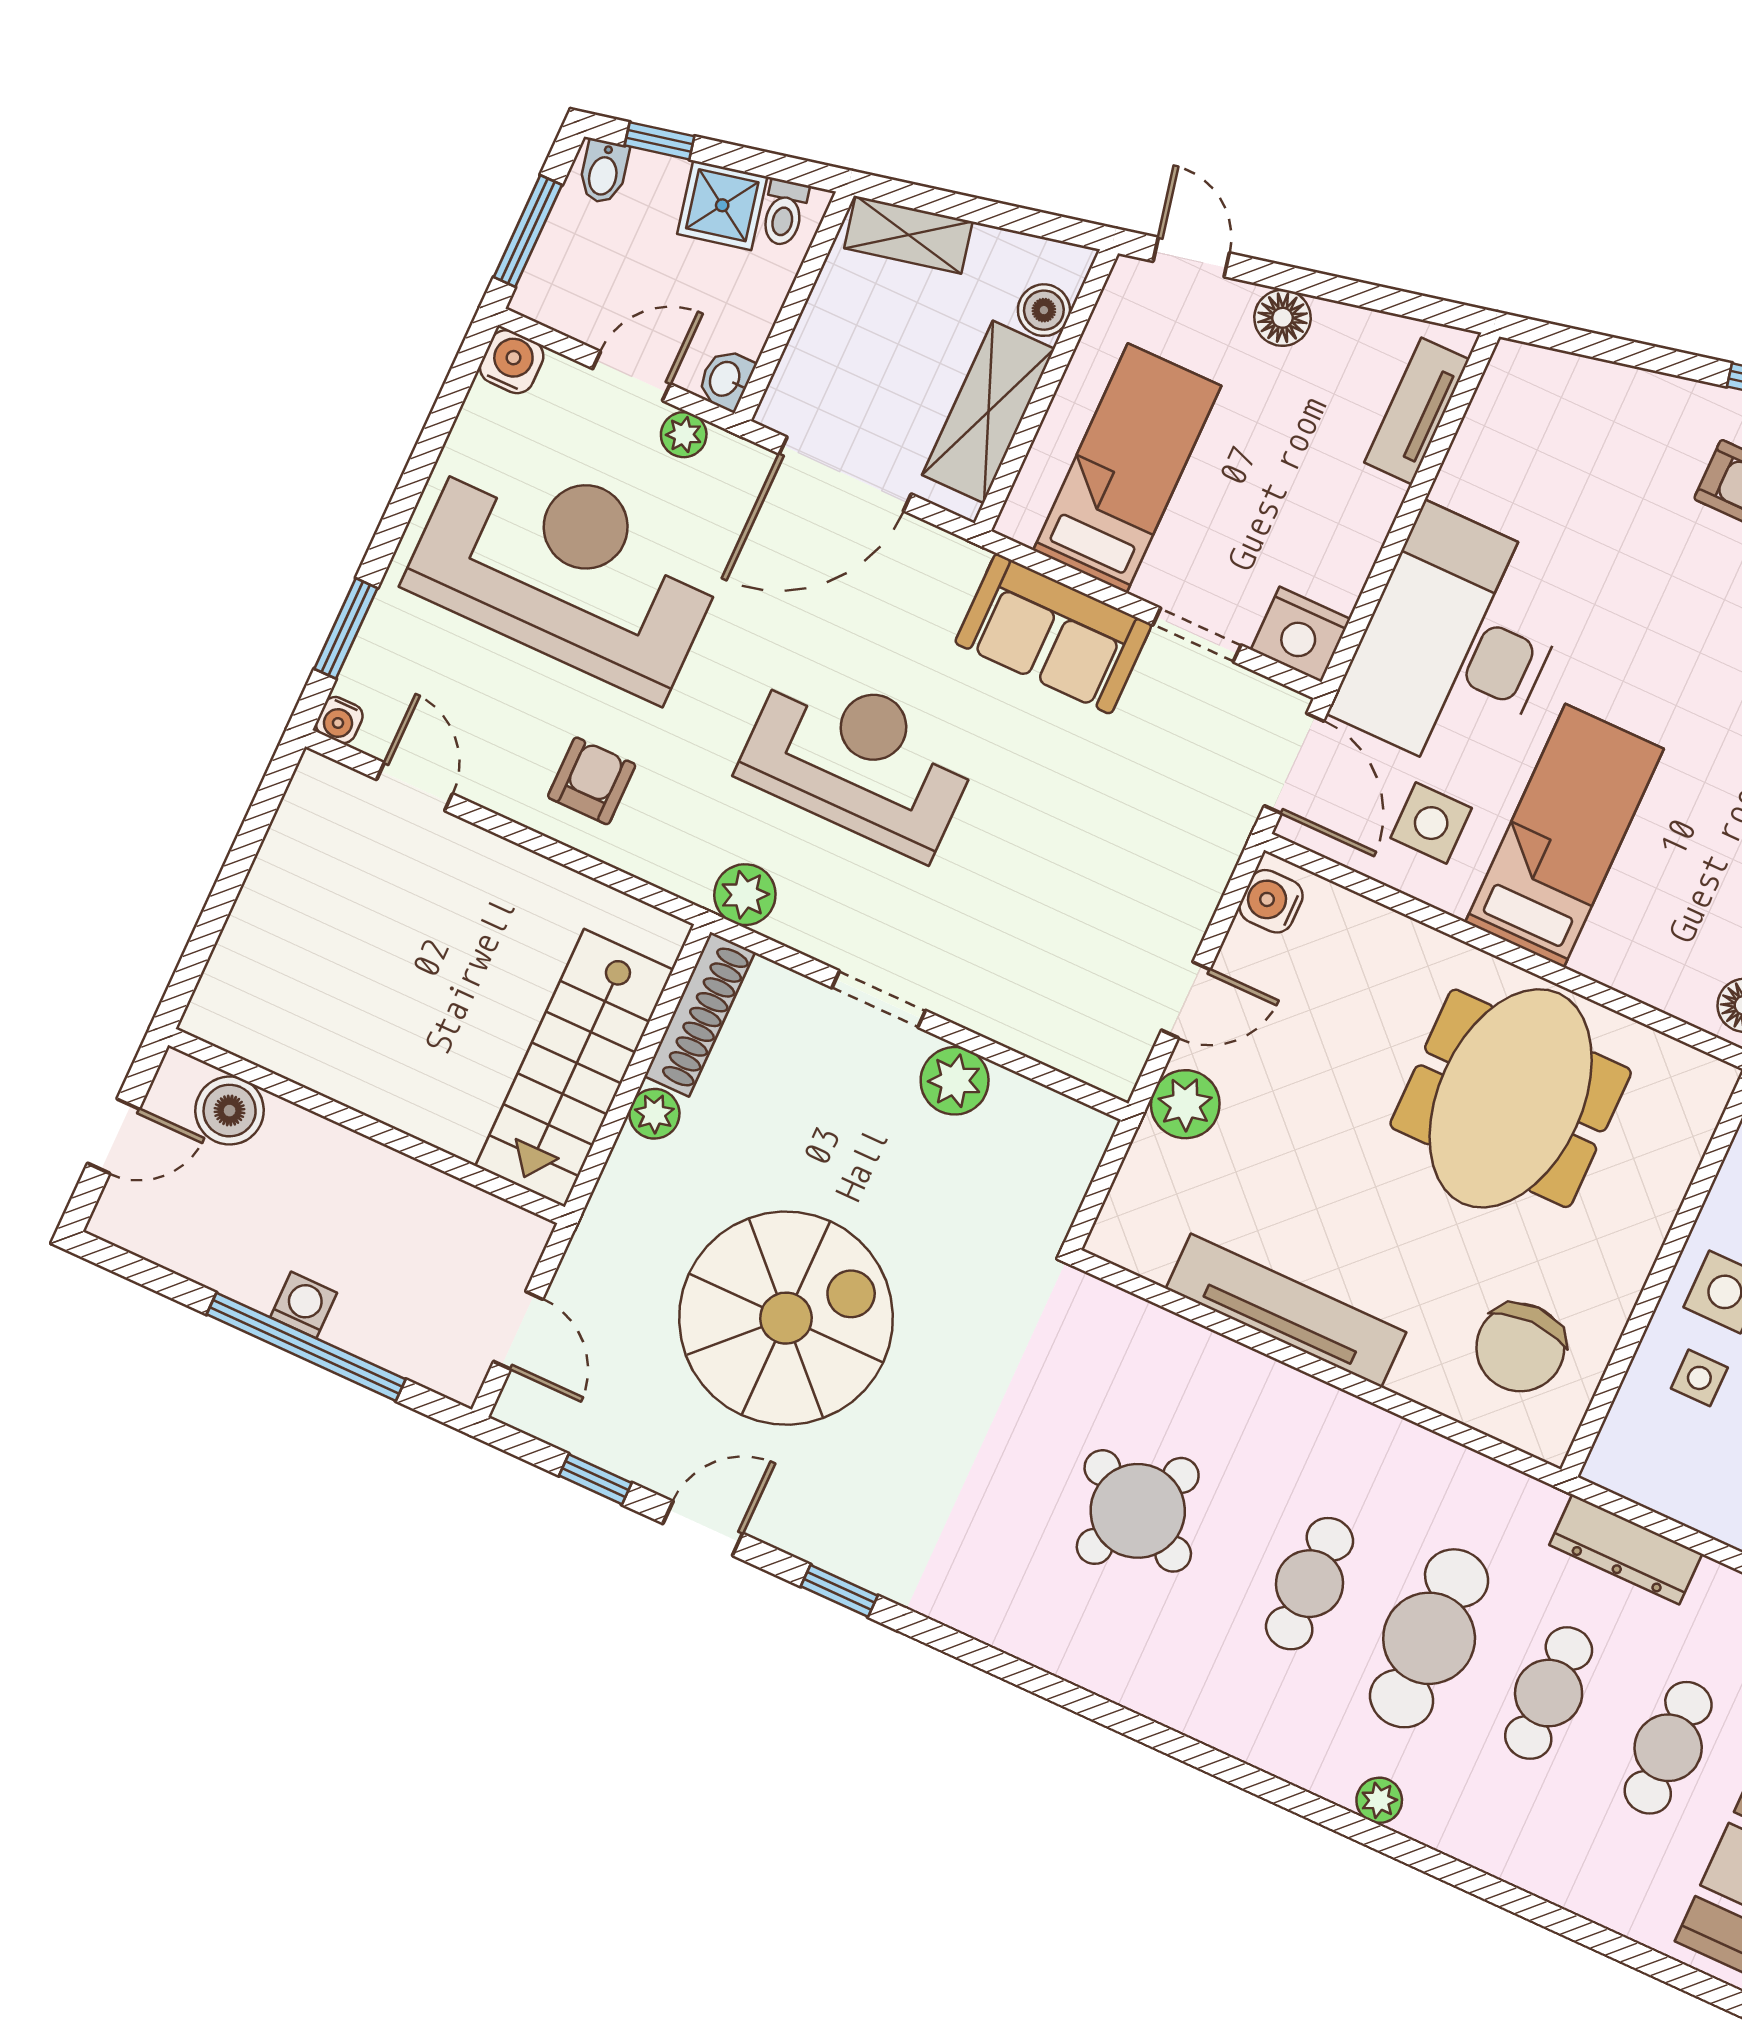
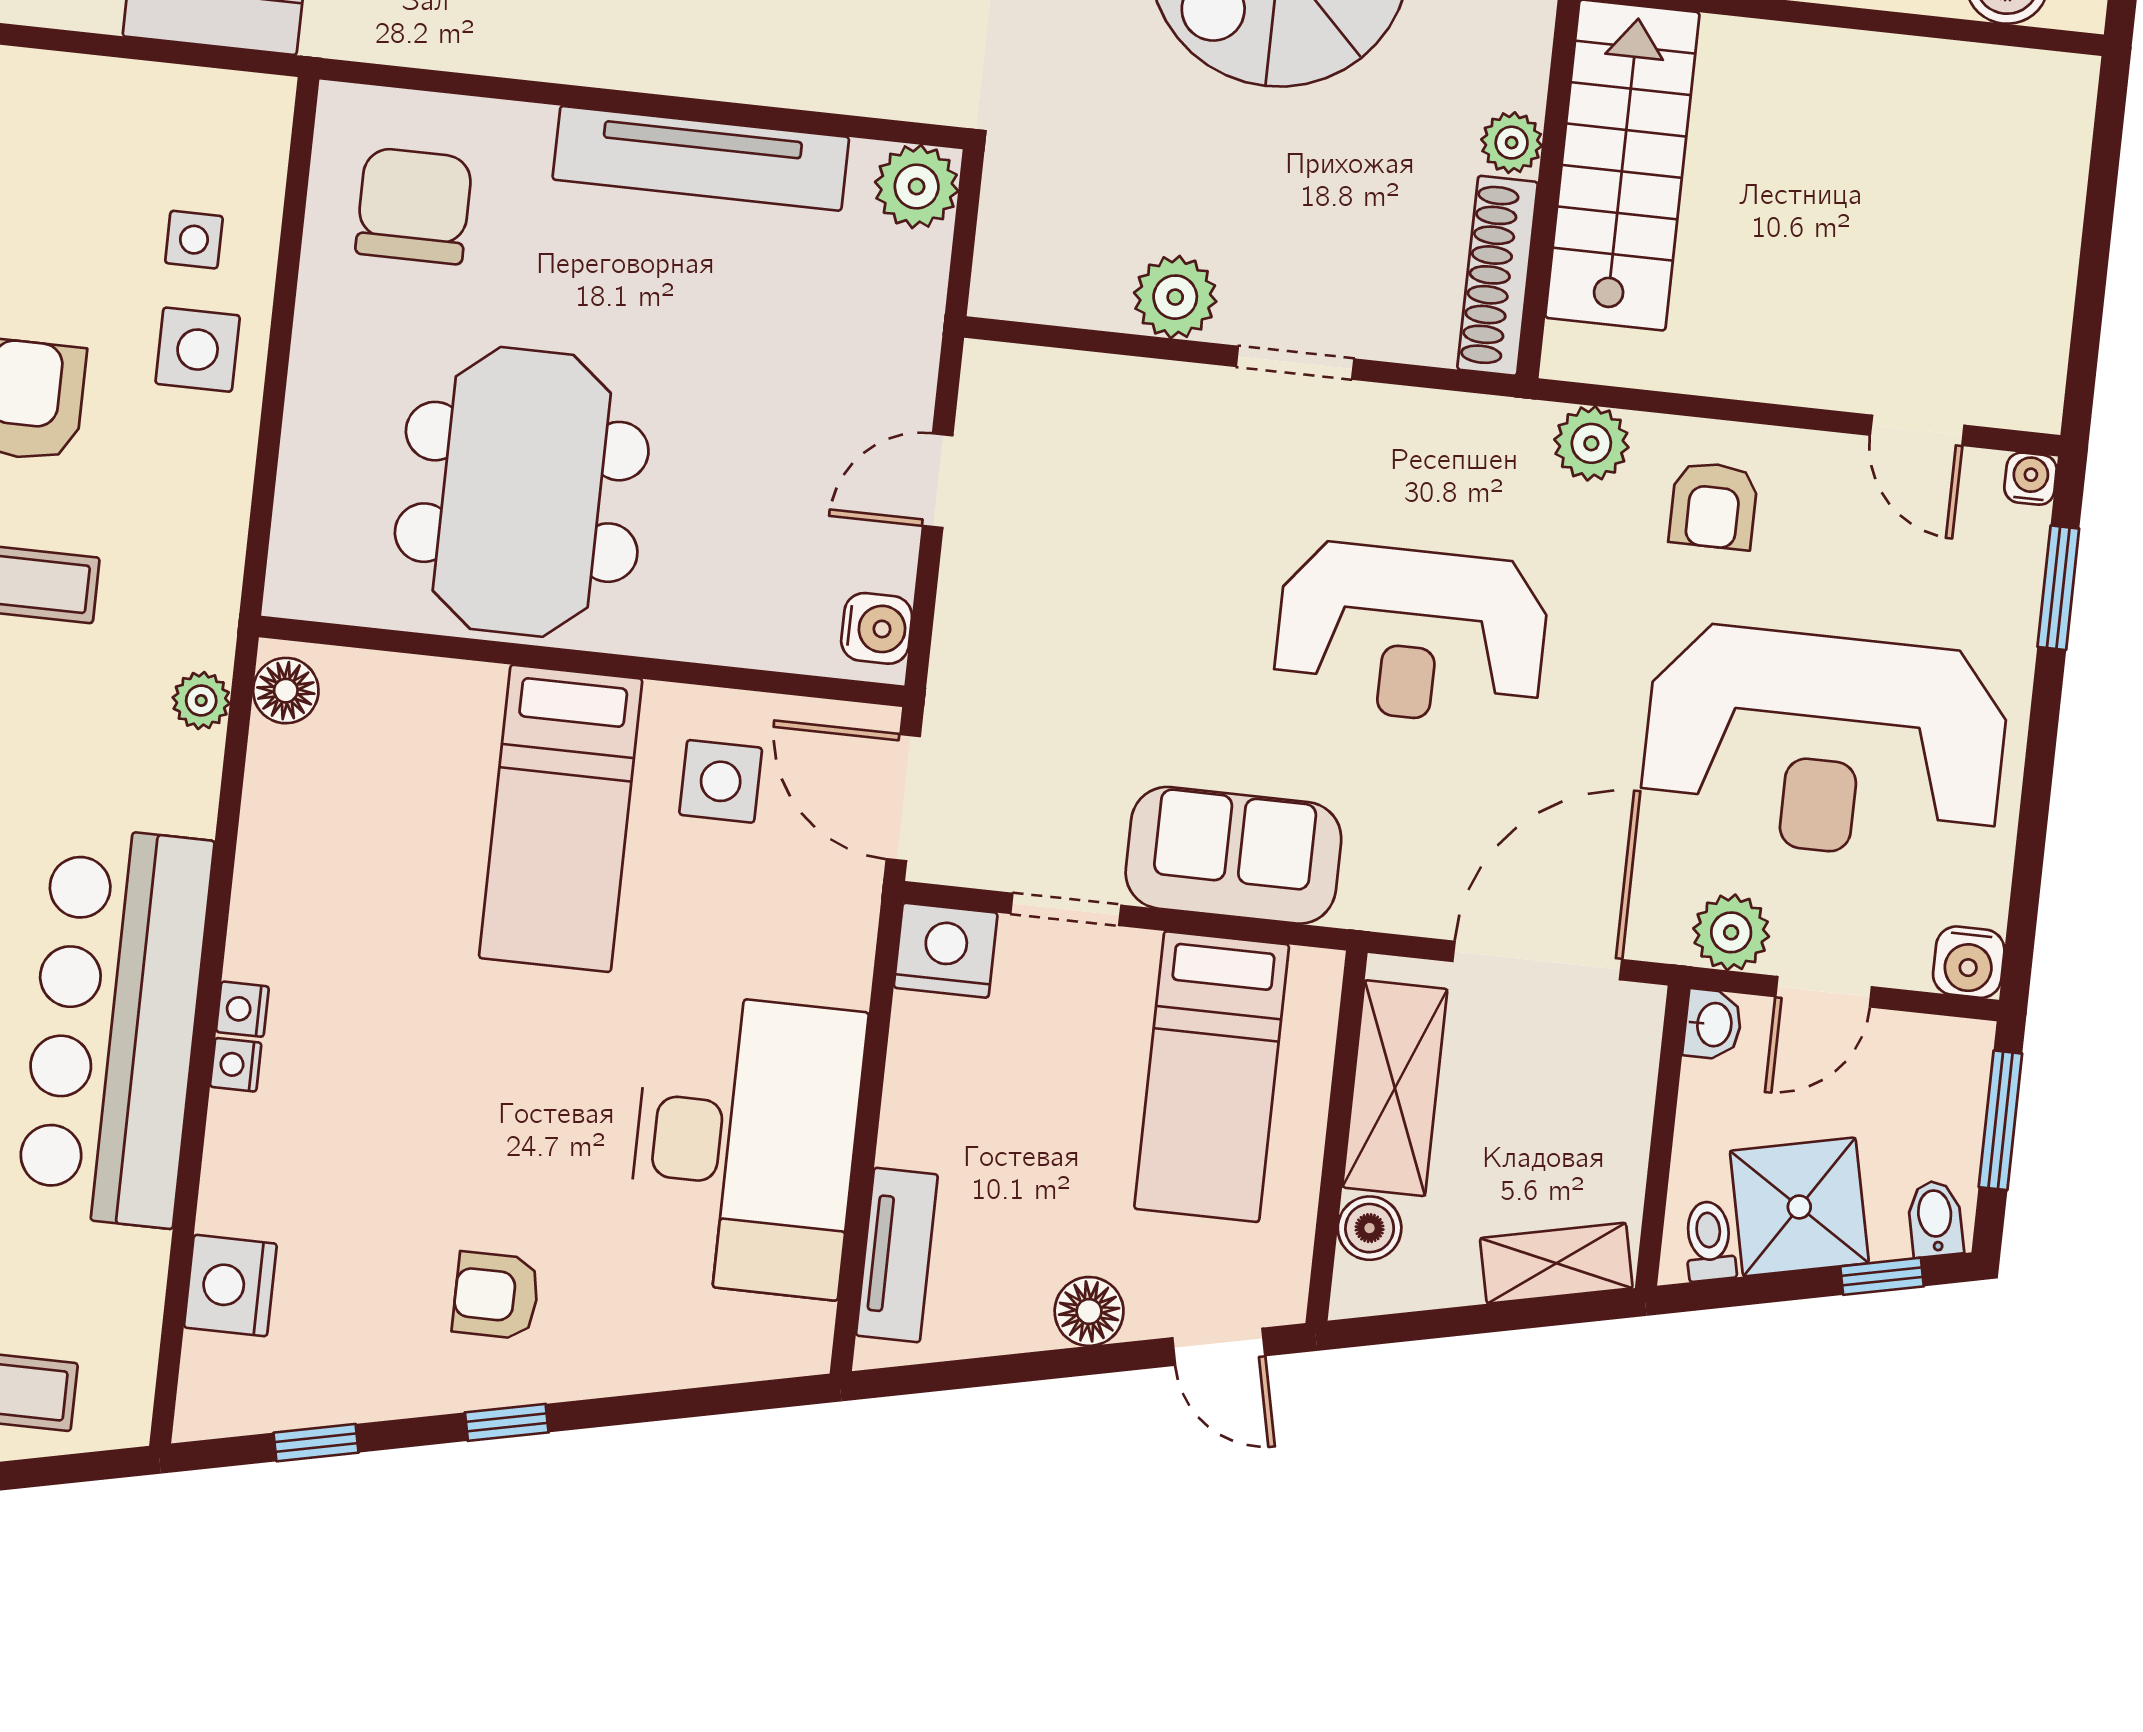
shower: (722, 205) -> (1799, 1207), width x1.36, depth x1.36
plant: (684, 435) -> (1731, 932), width x1.38, depth x1.38
desk: (1456, 643) -> (745, 1145), moved
plant: (745, 895) -> (1591, 443), moved
plant: (1185, 1104) -> (917, 186), moved

